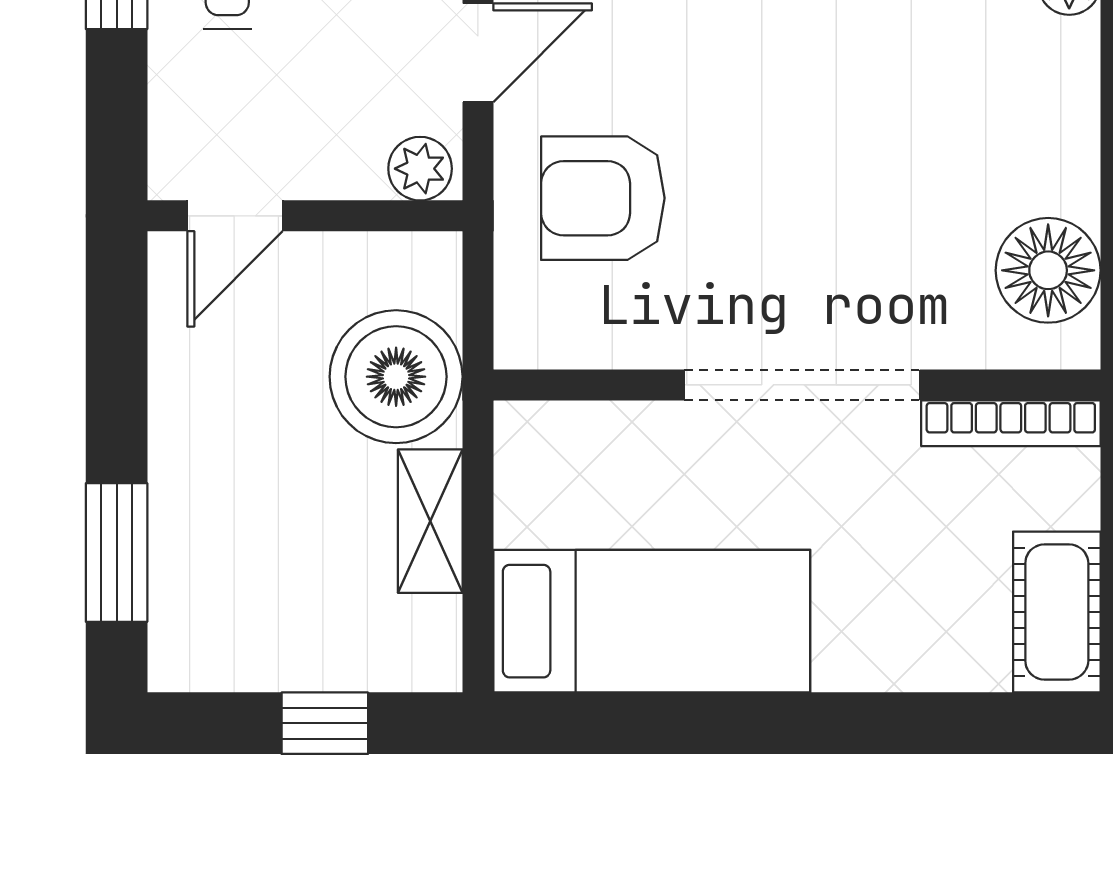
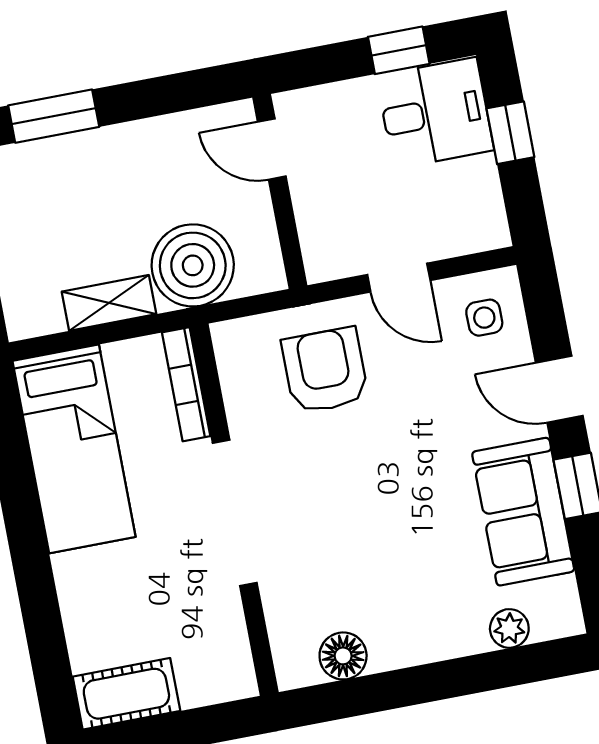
plant: (420, 169) -> (322, 256), removed
floor lamp: (1048, 270) -> (343, 656), width x0.73, depth x0.73
bookcase: (1011, 423) -> (186, 384), moved

